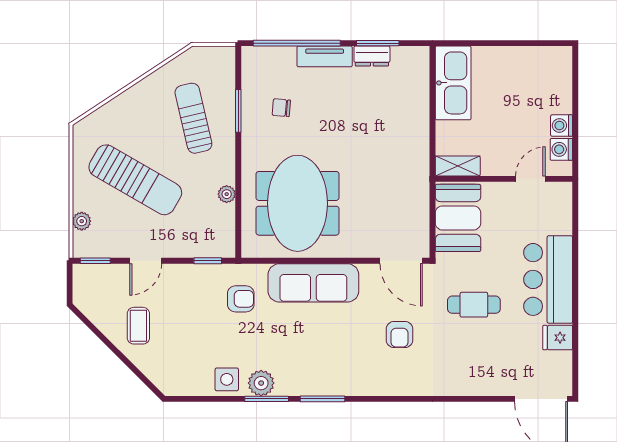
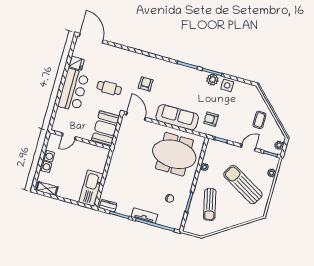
dresser: (372, 56) -> (108, 206), moved
washing machine: (561, 149) -> (46, 167), moved
shelving: (458, 166) -> (47, 189), moved
meeting table: (298, 203) -> (174, 154), turned 90
plant: (82, 284) -> (279, 145), added

